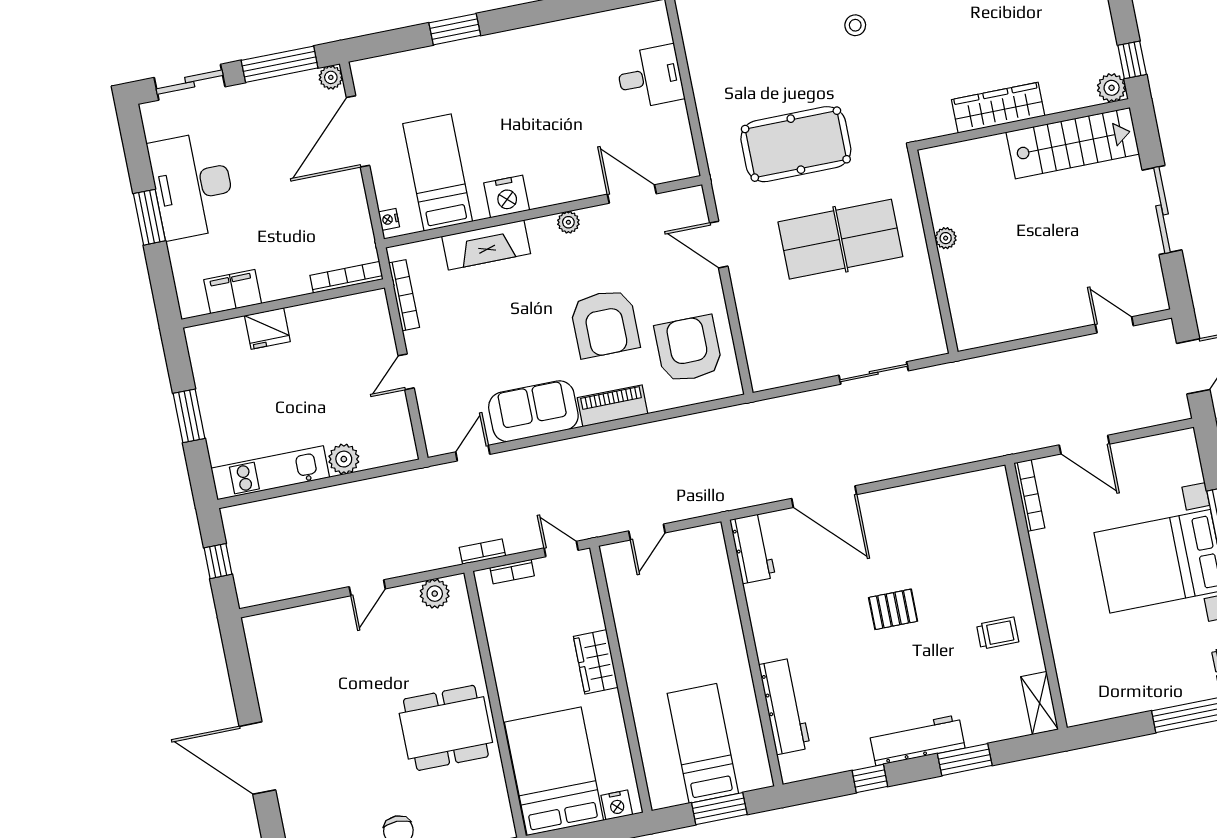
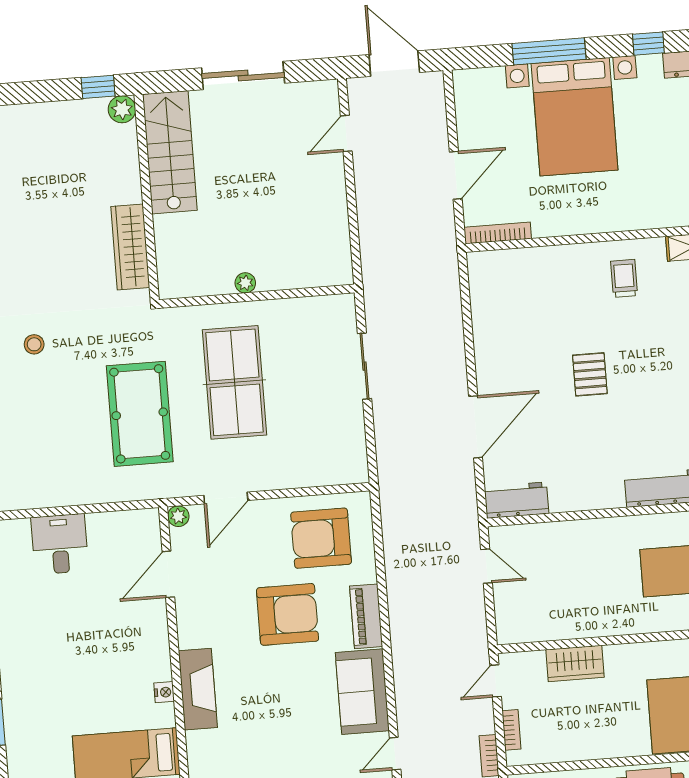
wardrobe: (998, 108) -> (130, 247), moved
nightstand: (507, 197) -> (164, 692), width x0.53, depth x0.56
plant: (568, 222) -> (178, 516), moved
fireplace: (486, 245) -> (198, 689), moved
door: (473, 453) -> (395, 754), hinge flipped
door: (647, 532) -> (487, 566), moved
wardrobe: (596, 662) -> (575, 663), moved

